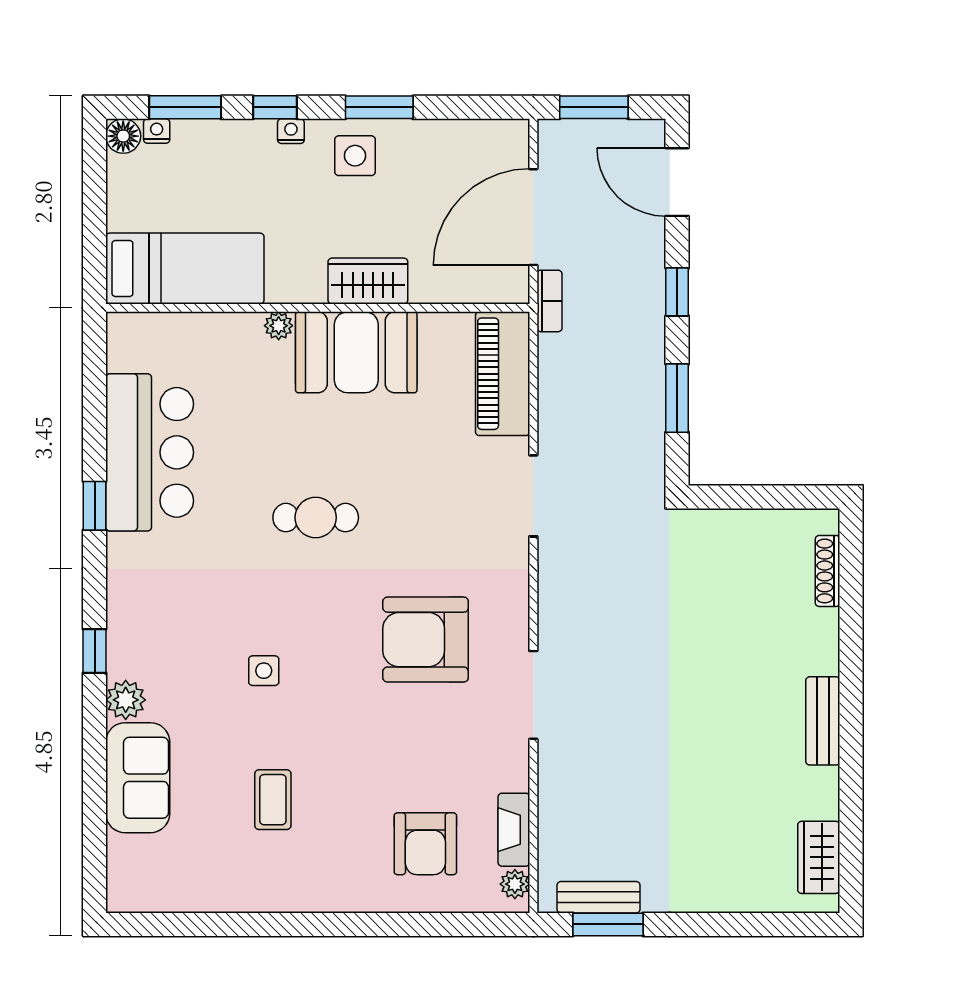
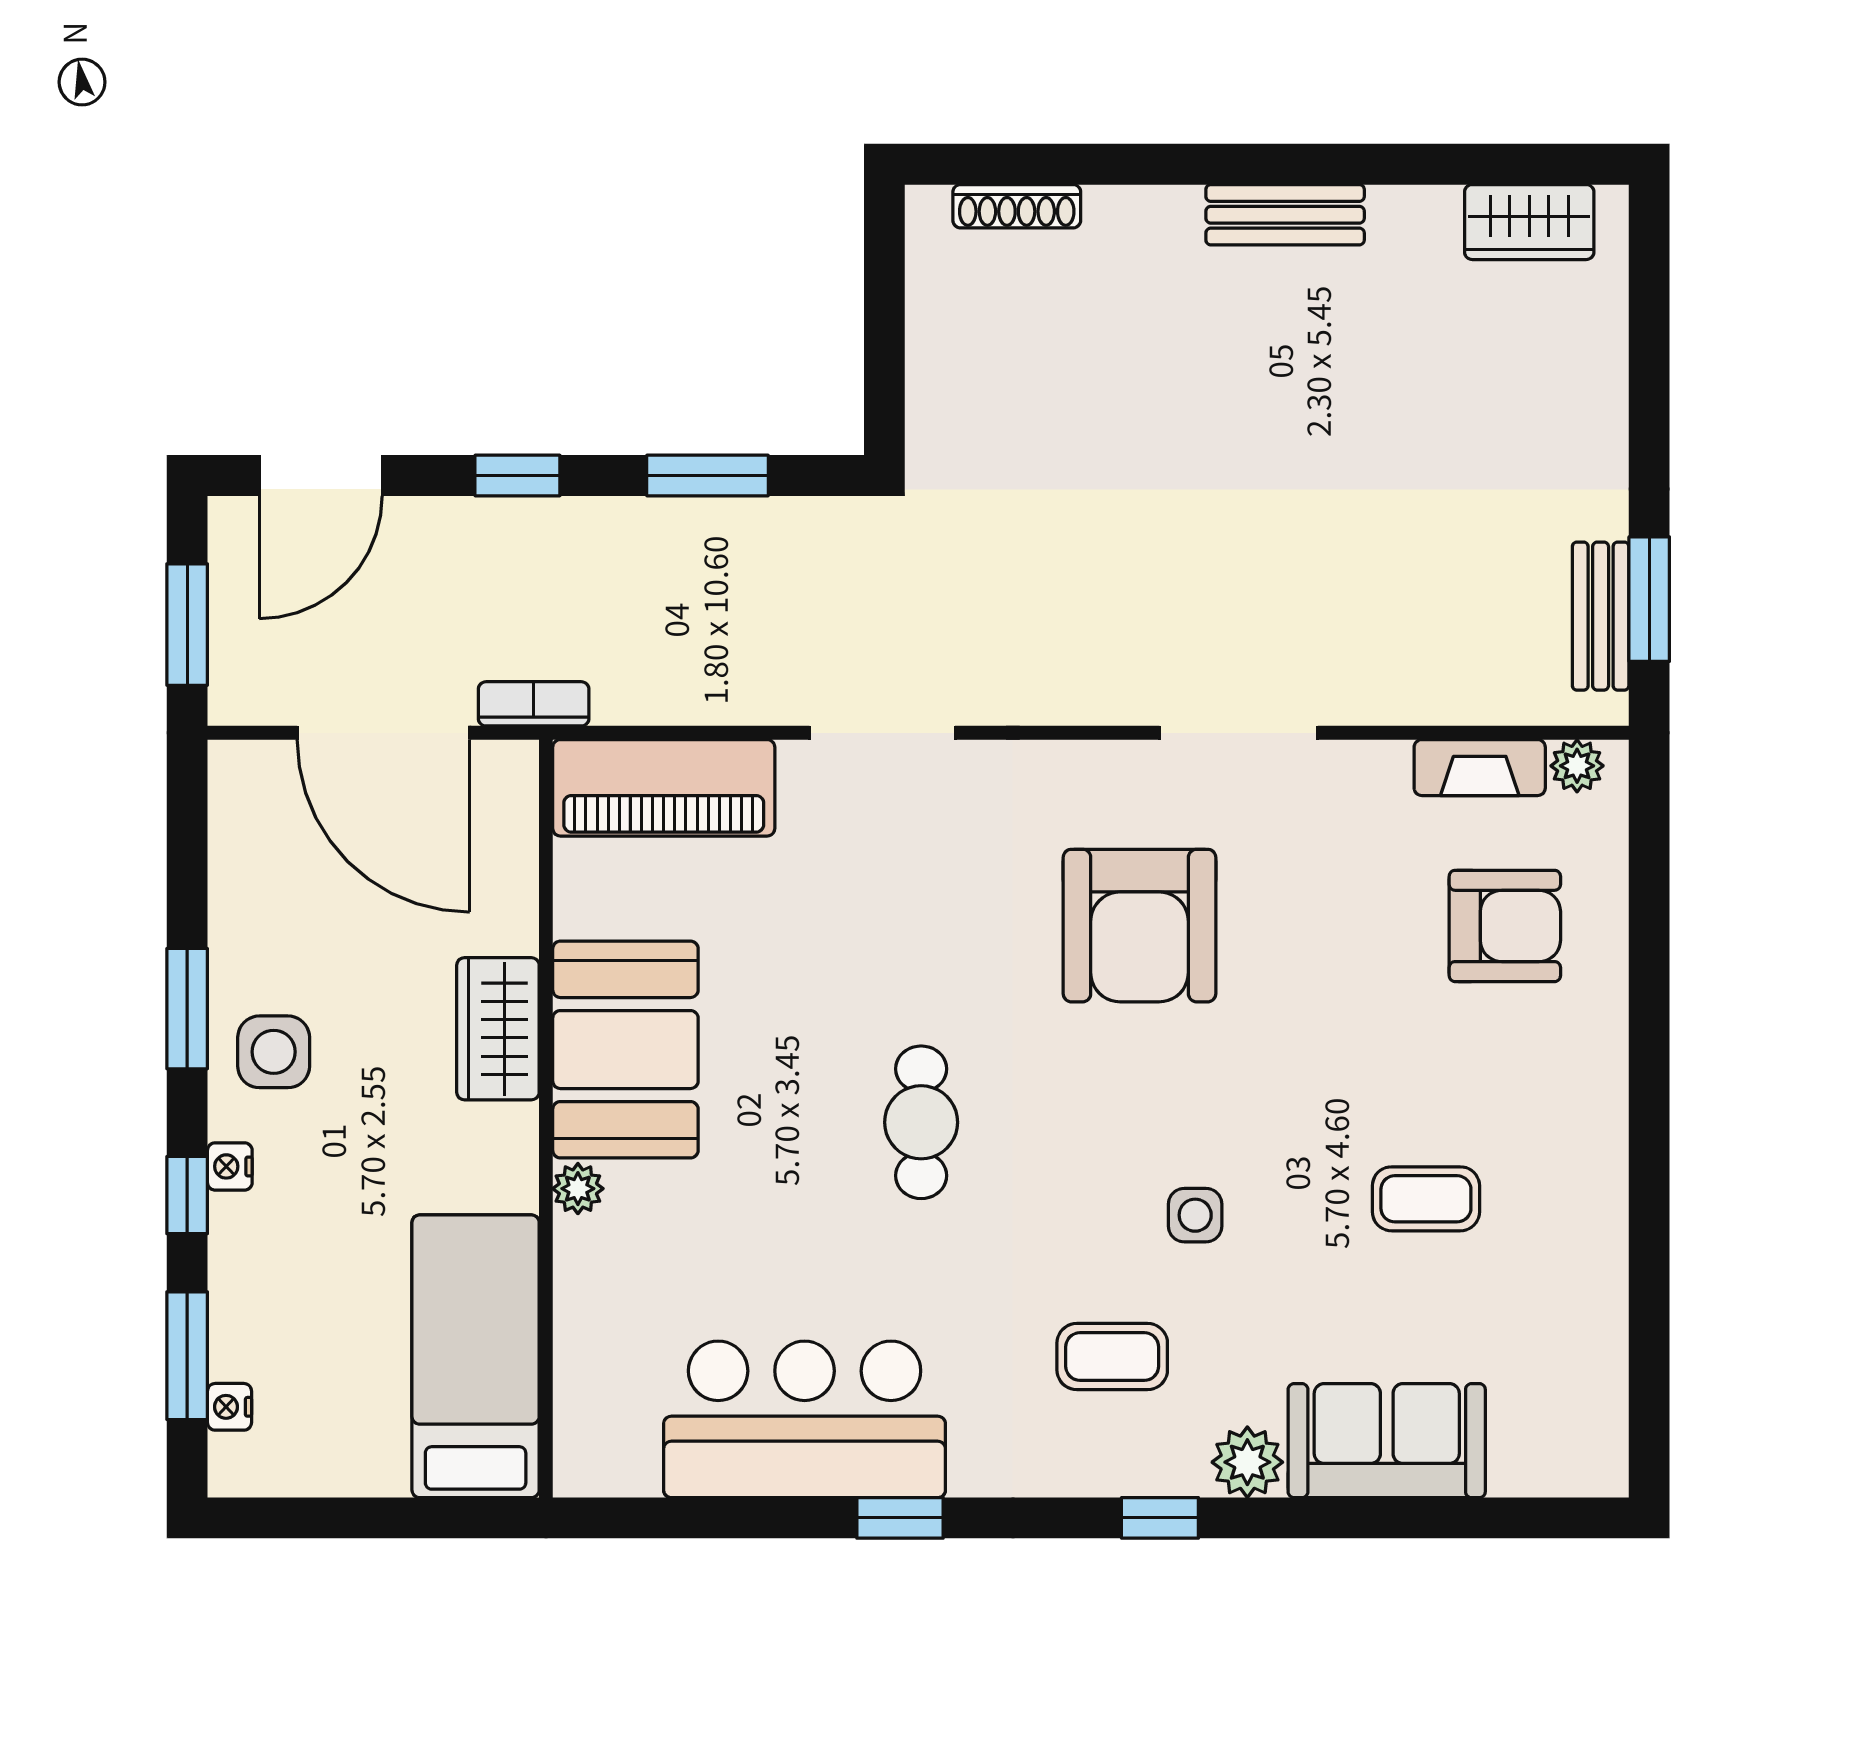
floor lamp: (123, 136) -> (238, 1467), removed
coffee table: (185, 624) -> (1112, 1357), added

